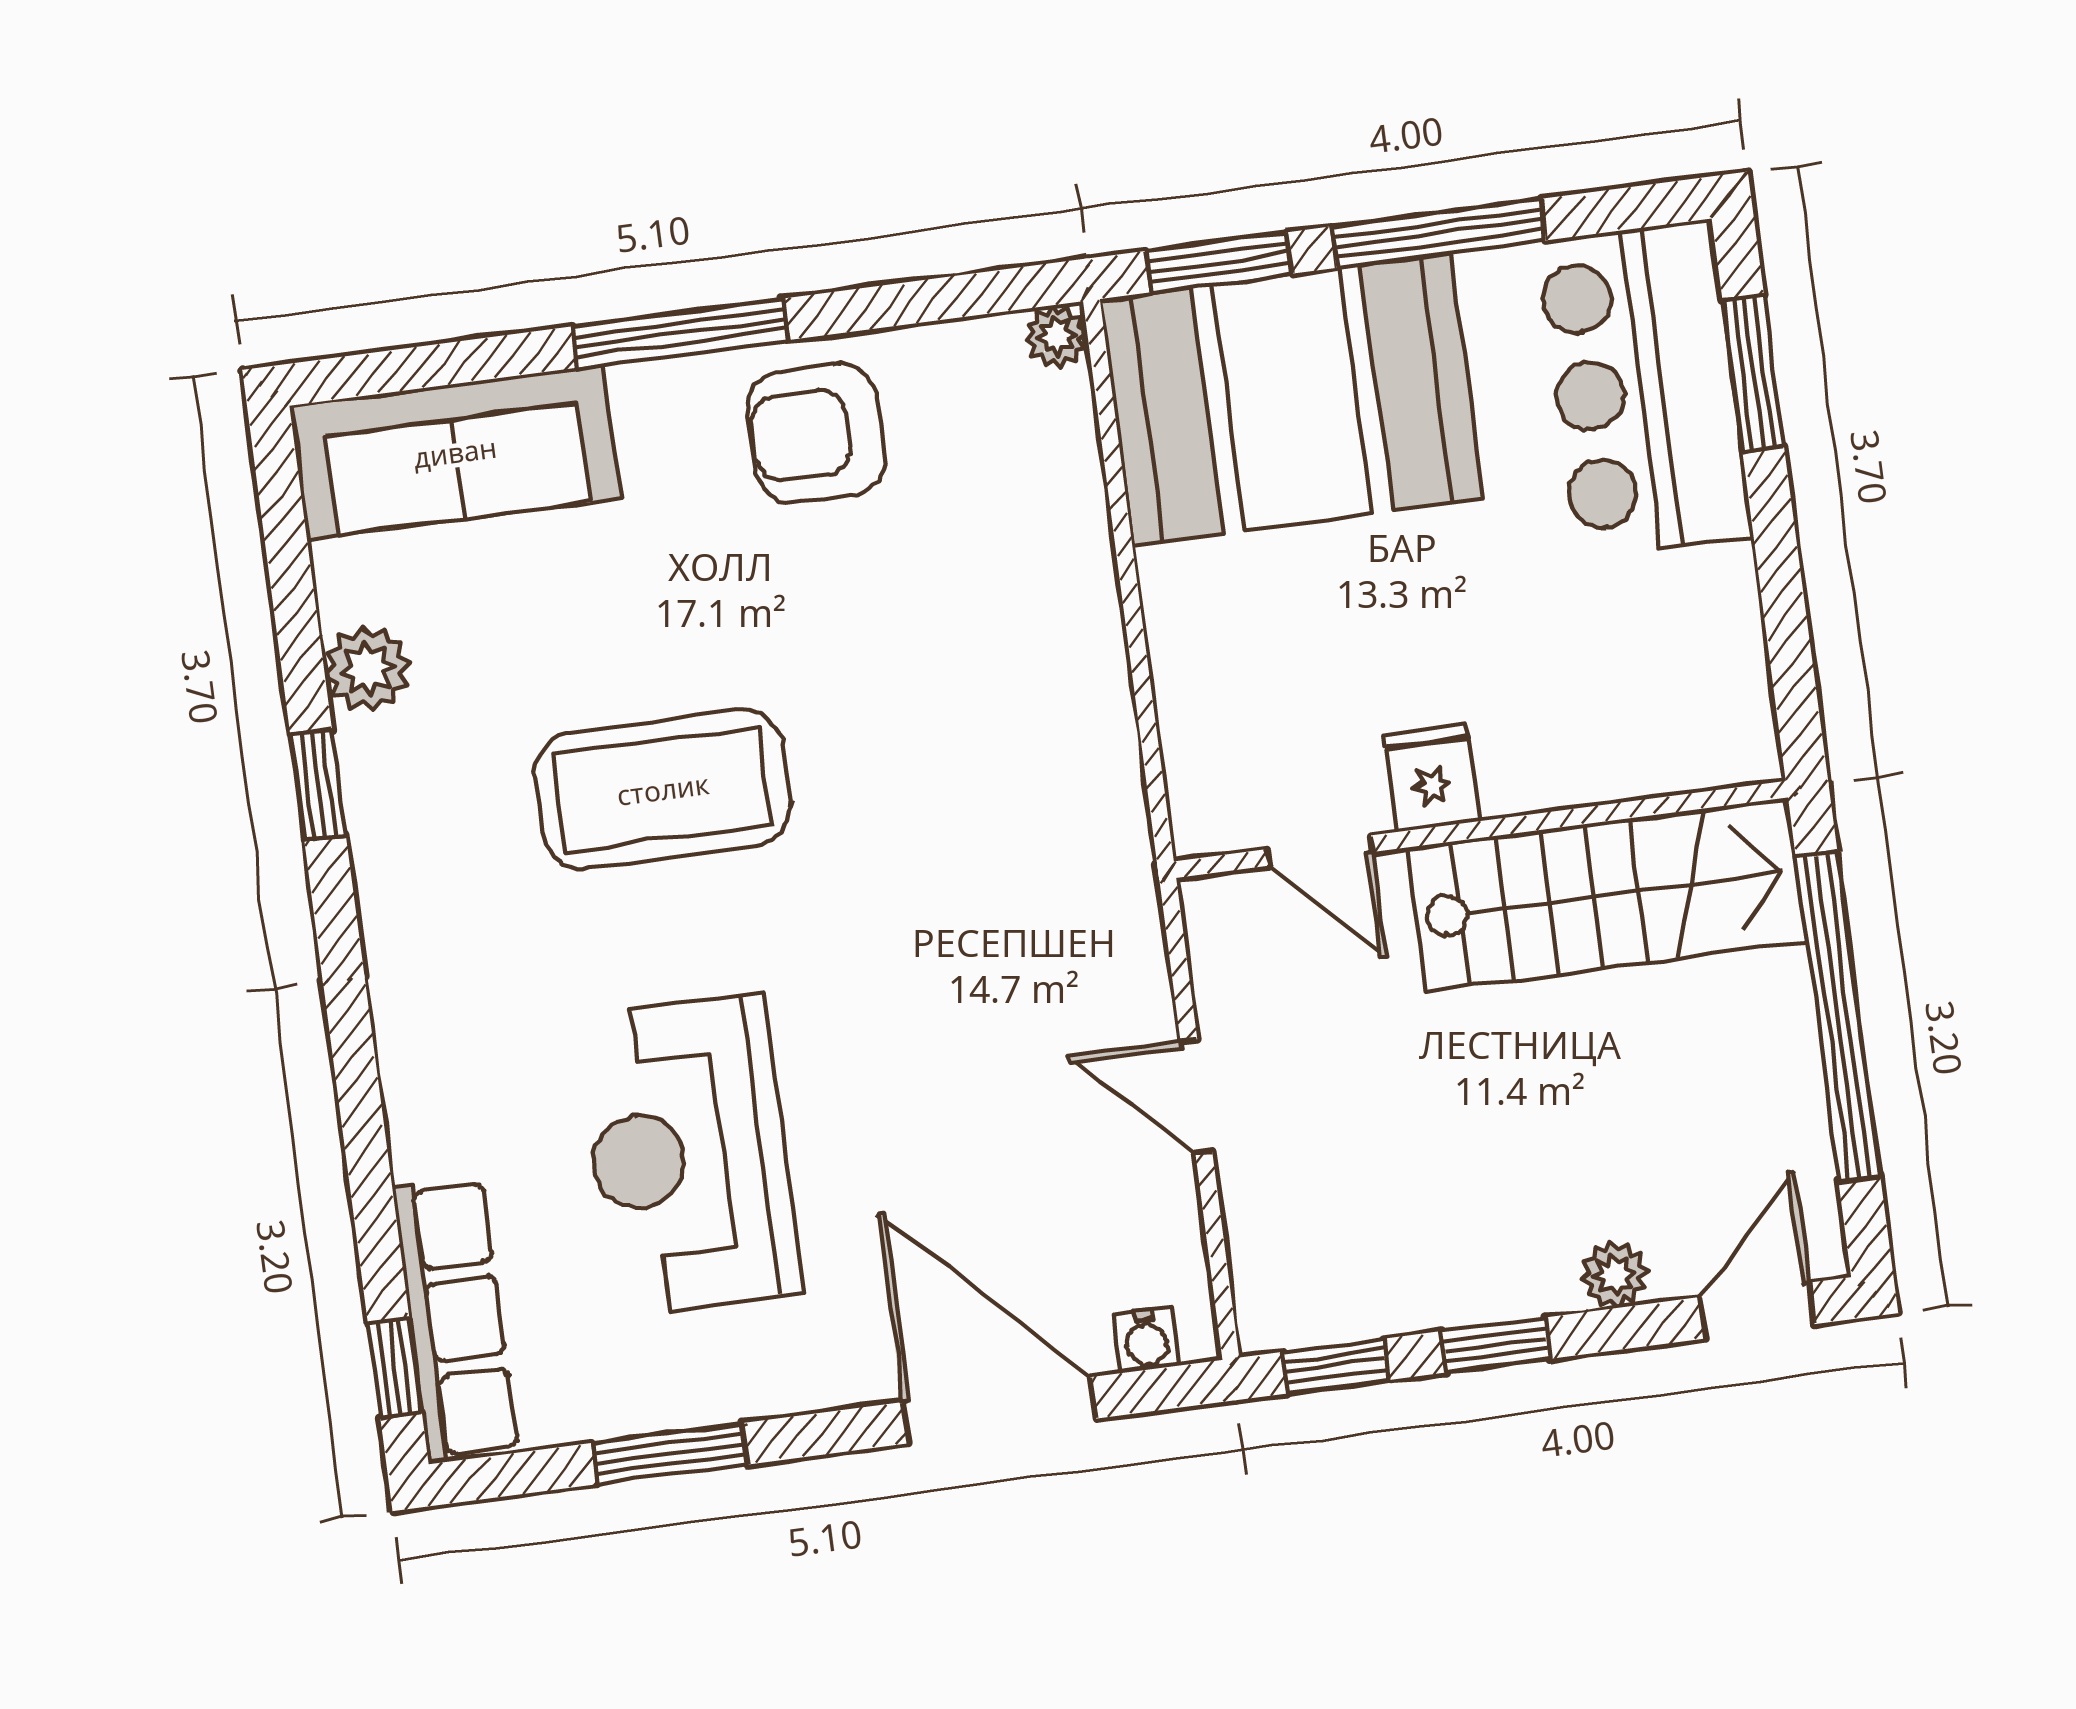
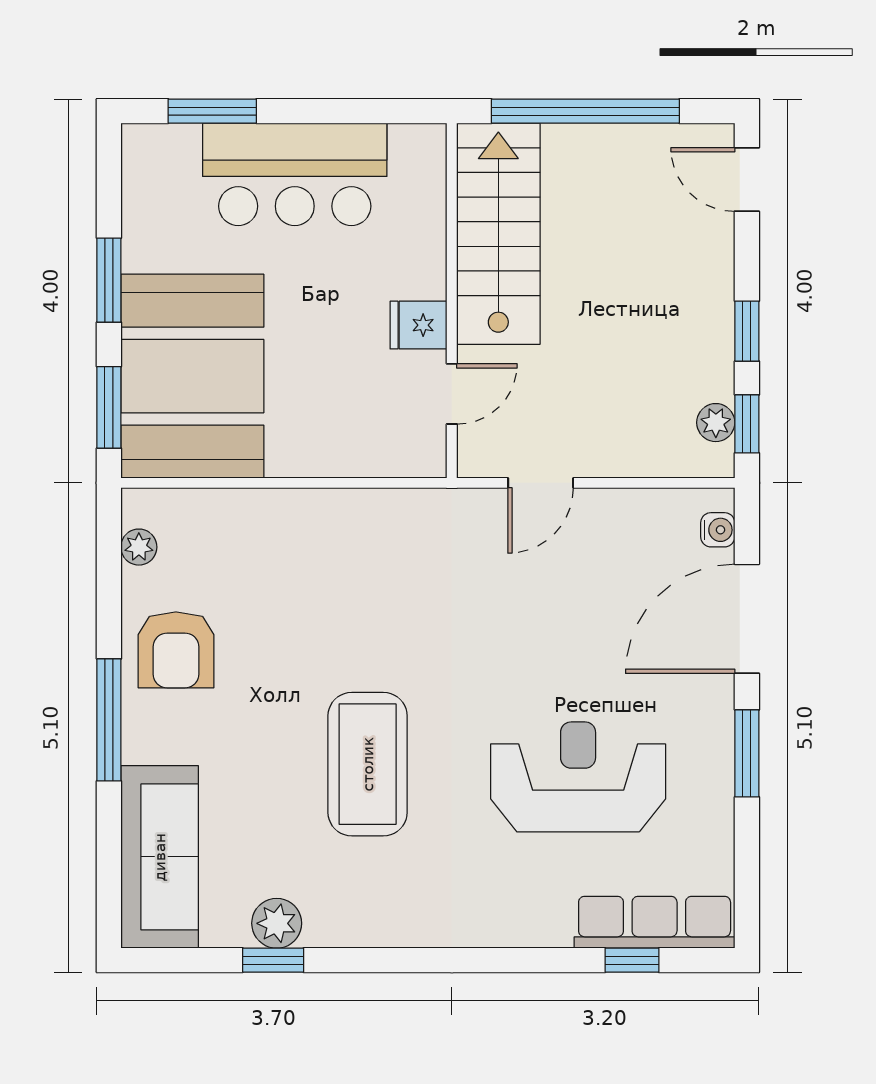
window: (1438, 233) -> (109, 280), width x0.69
plant: (1056, 336) -> (139, 547), moved
bar counter: (1644, 389) -> (295, 174), moved
window: (318, 785) -> (273, 960), moved
door: (1196, 1097) -> (541, 483), moved
reception desk: (688, 1155) -> (578, 777), turned 180
plant: (1614, 1275) -> (716, 423), moved
window: (395, 1368) -> (632, 960), moved
window: (670, 1454) -> (747, 753), moved

